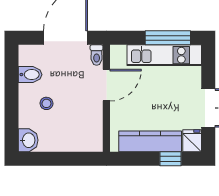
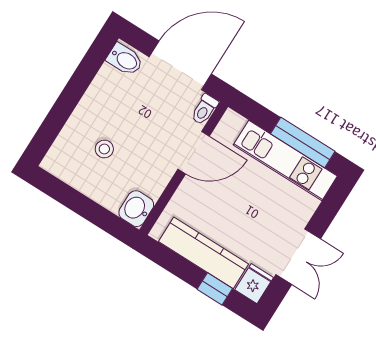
bidet: (30, 75) -> (125, 60), moved
stool: (46, 103) -> (104, 149), moved
washbasin: (28, 140) -> (136, 209), moved, turned 180

